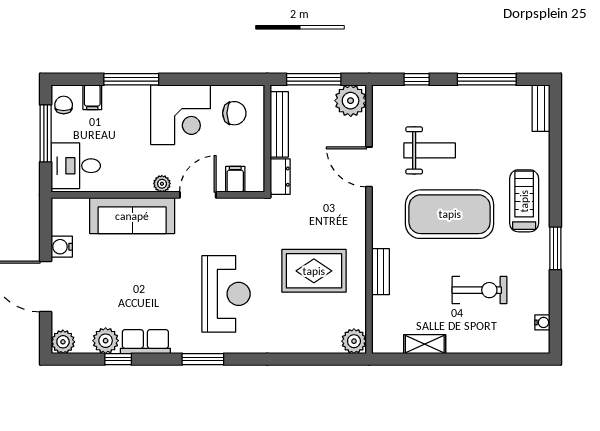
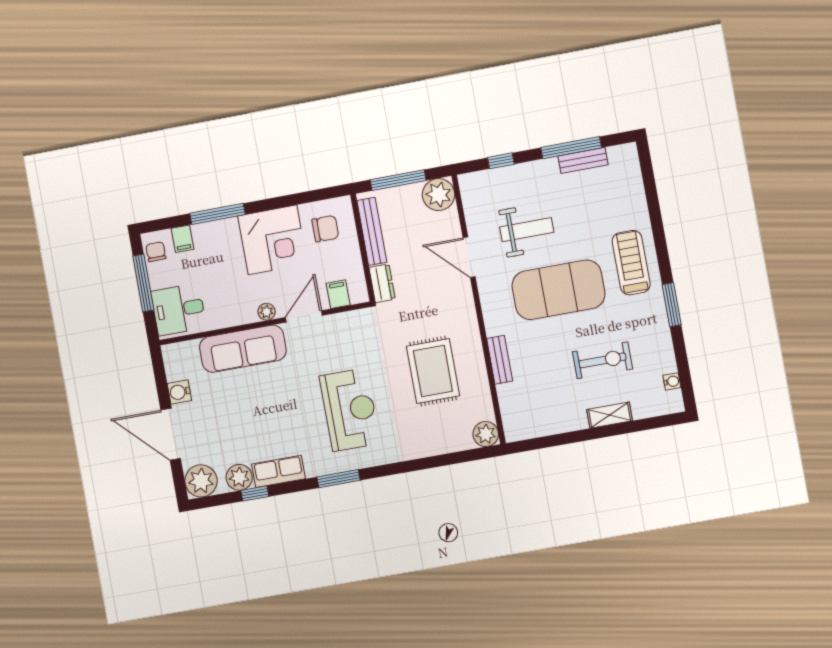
bench: (541, 108) -> (583, 160), moved, turned 90
rug: (314, 271) -> (433, 371), turned 90
plant: (63, 342) -> (201, 481), width x1.36, depth x1.36
shelving: (425, 344) -> (610, 415), moved

